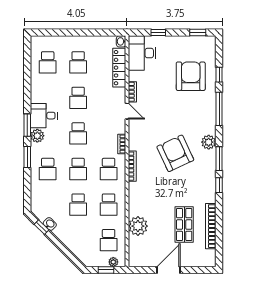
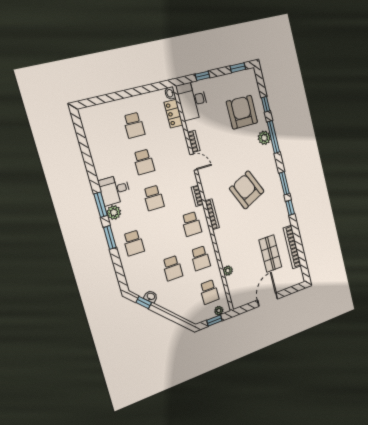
school desk: (48, 62) -> (103, 133), removed
locker: (119, 68) -> (173, 114), width x0.66
plant: (209, 142) -> (264, 138), moved
school desk: (78, 169) -> (163, 233), removed
plant: (138, 226) -> (228, 271), width x0.53, depth x0.53

